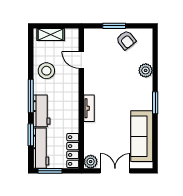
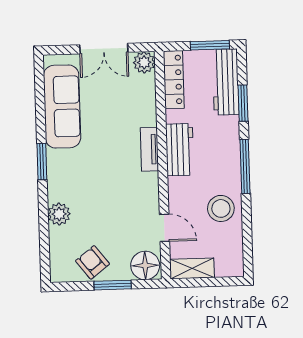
shelving: (51, 35) -> (192, 268), moved
floor lamp: (94, 37) -> (145, 265), added
workbench: (42, 111) -> (180, 150), moved, turned 180

